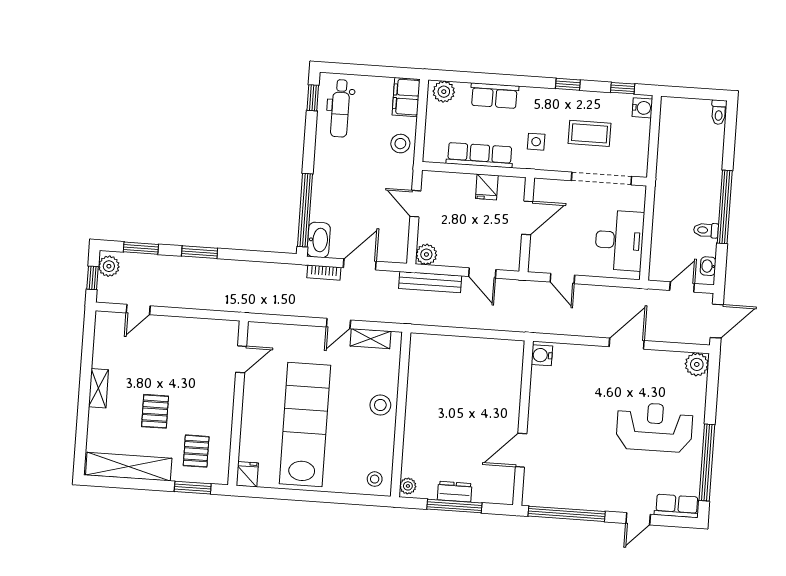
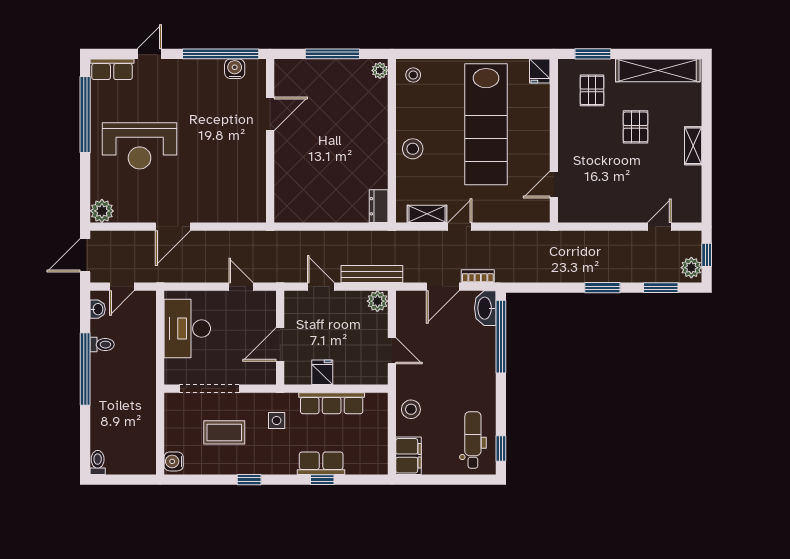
window: (623, 88) -> (322, 480), moved
plant: (444, 92) -> (372, 464), removed
water cooler: (542, 355) -> (235, 69), moved, turned -90
dresser: (455, 492) -> (379, 206), moved, turned 90

